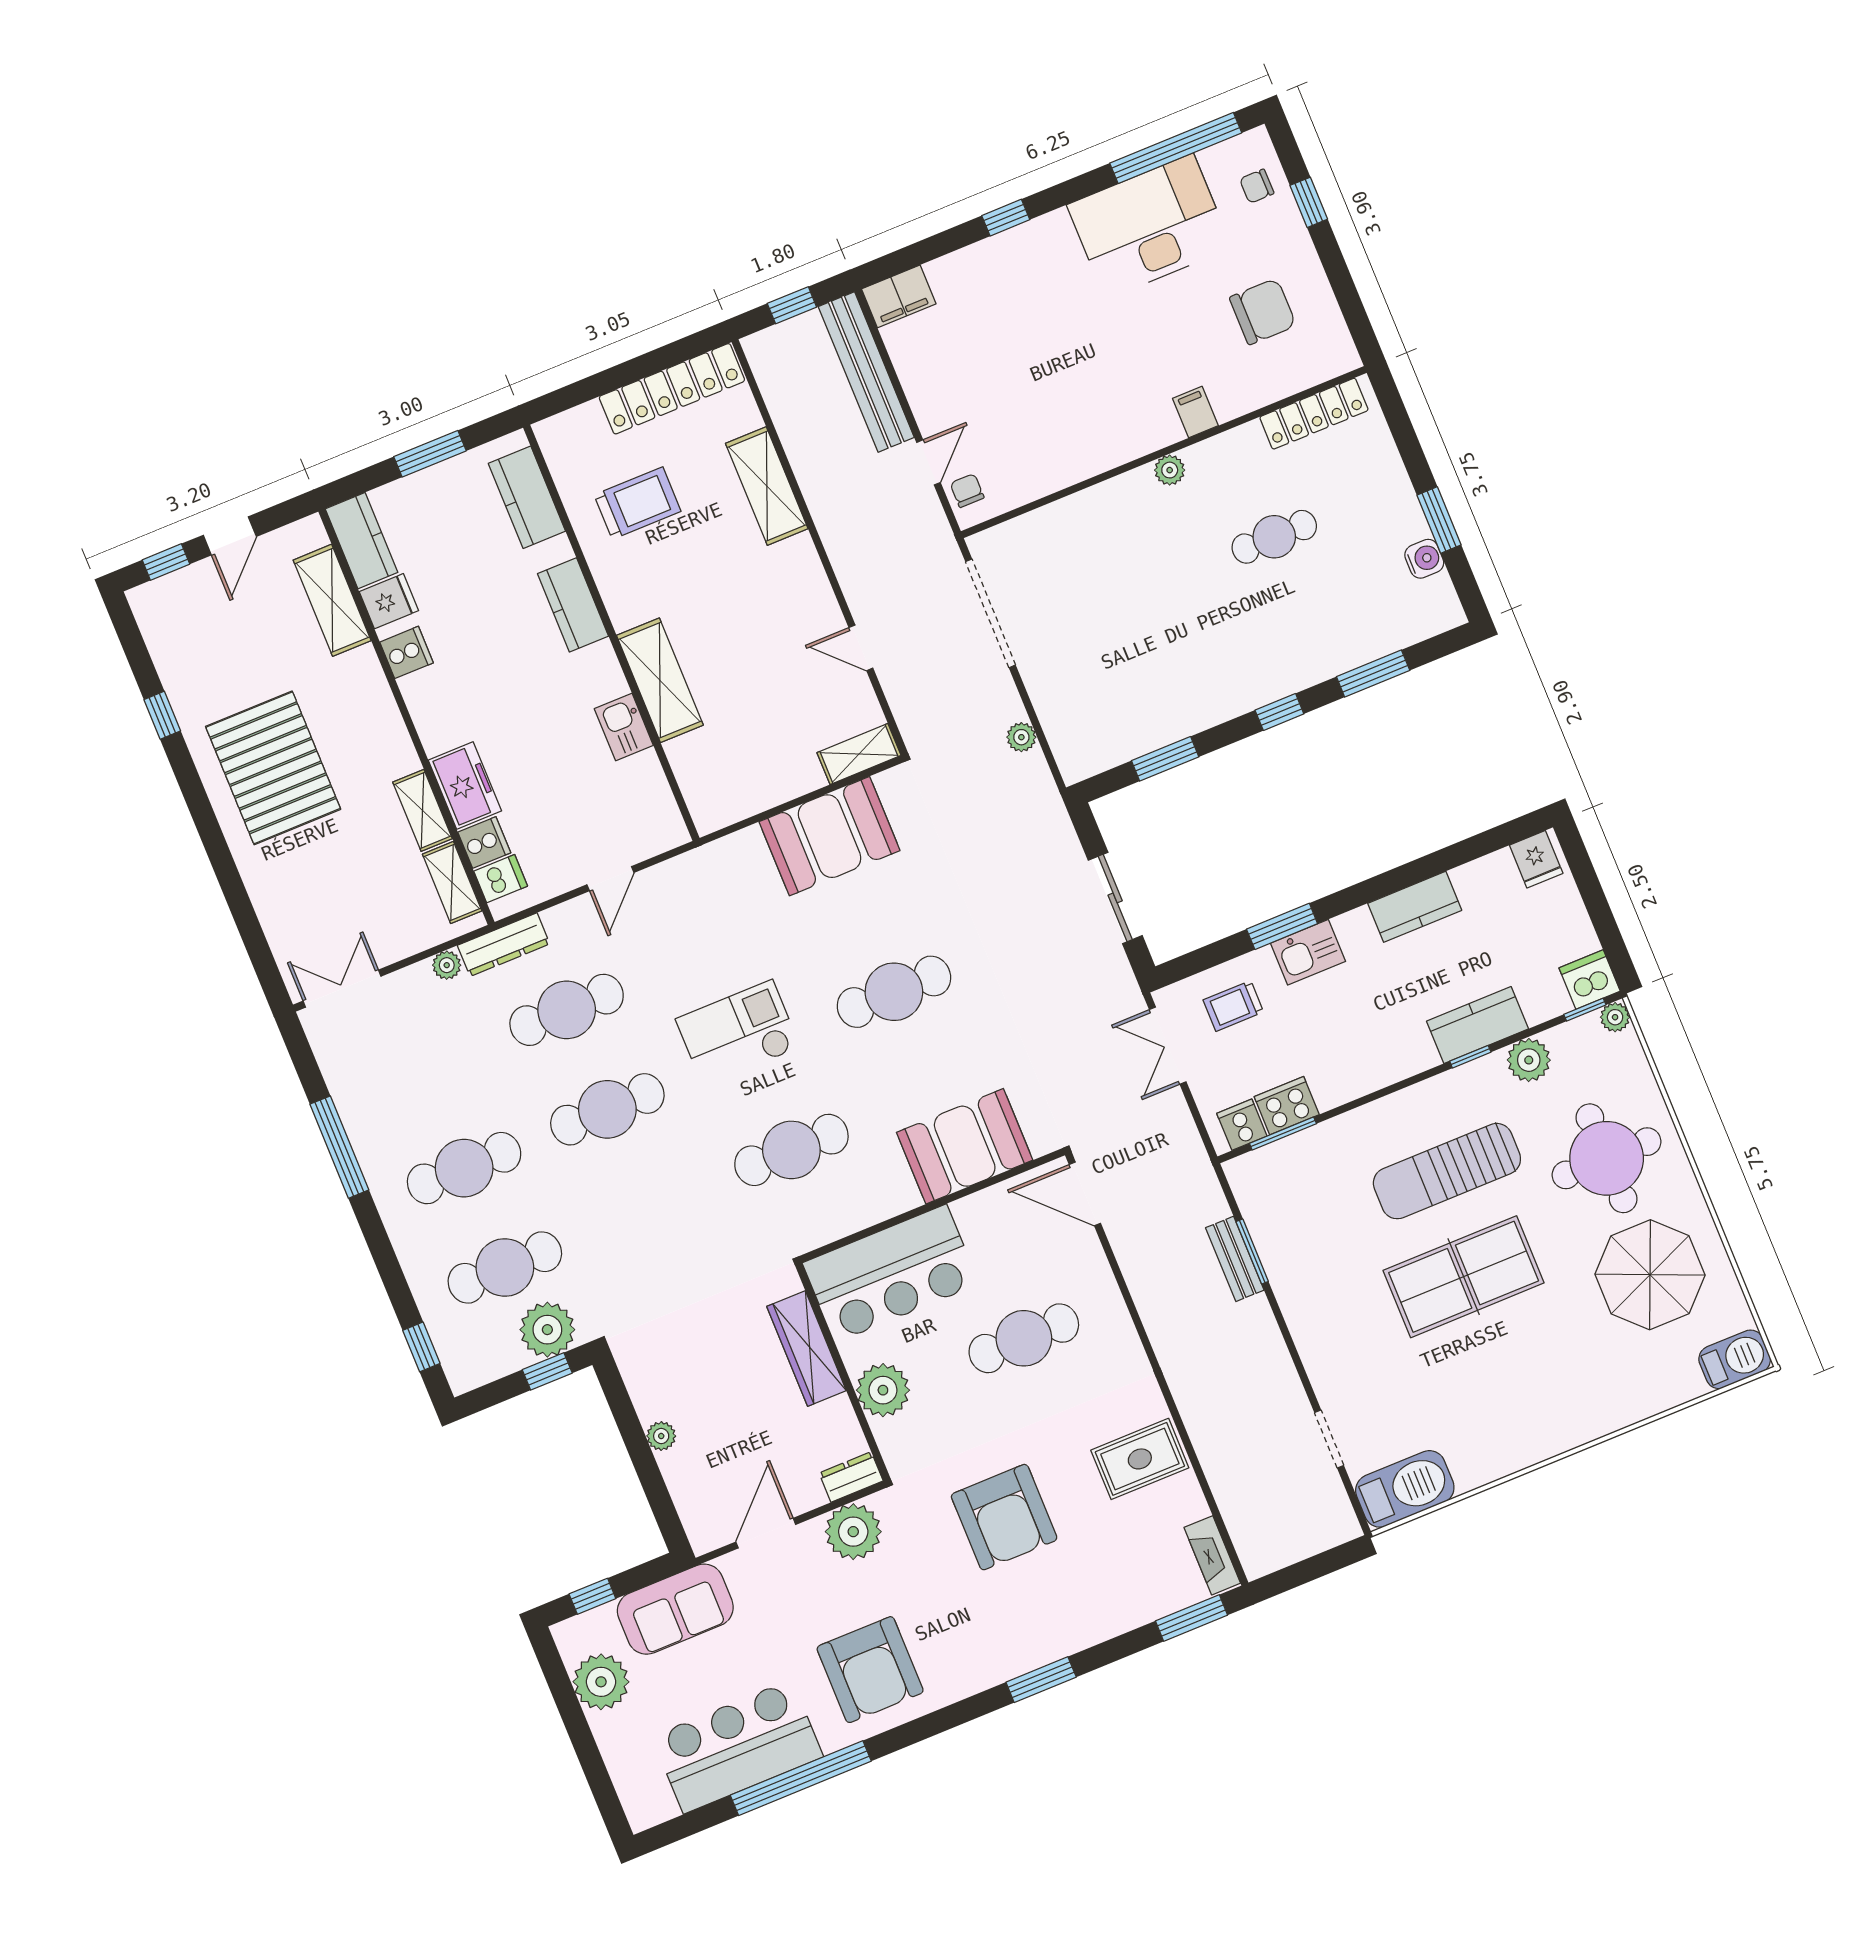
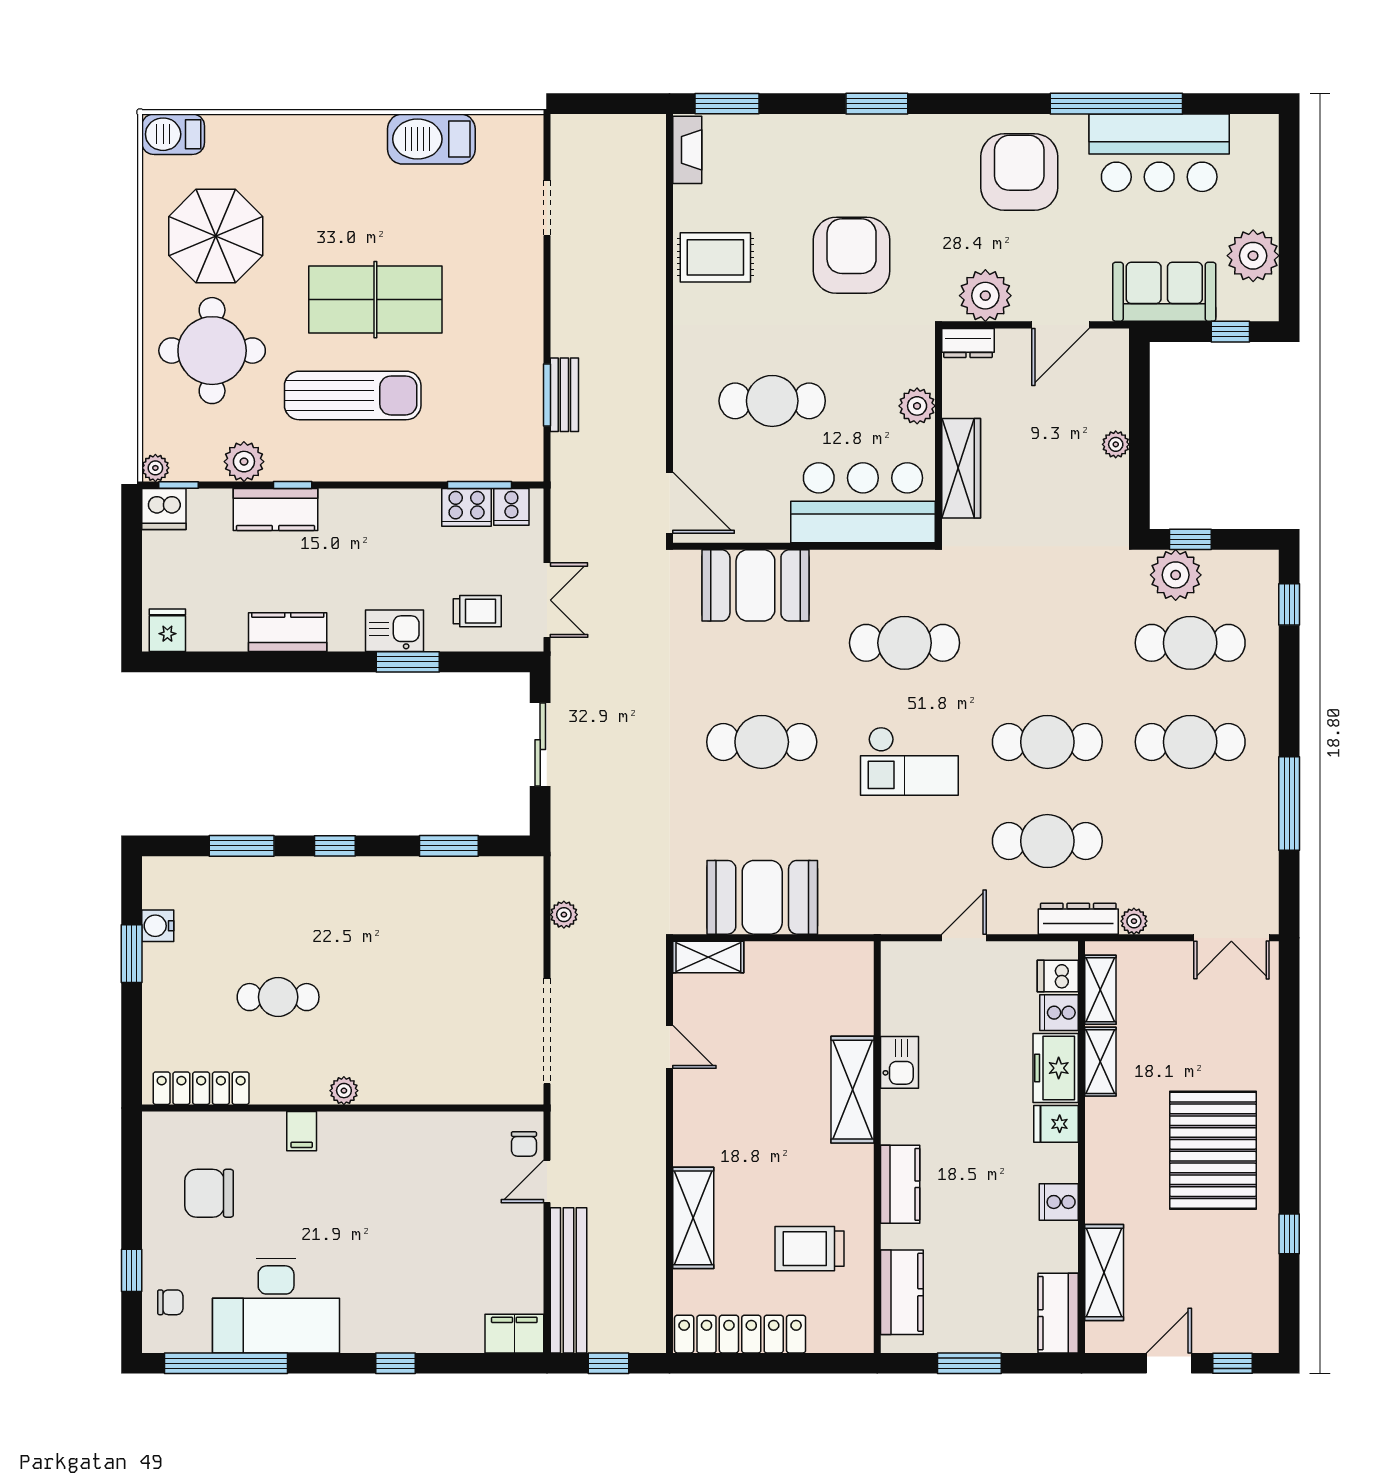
fridge: (389, 601) -> (1056, 1124), moved
plant: (883, 1390) -> (917, 406), width x0.73, depth x0.73
barbecue: (1405, 1489) -> (431, 139), moved

